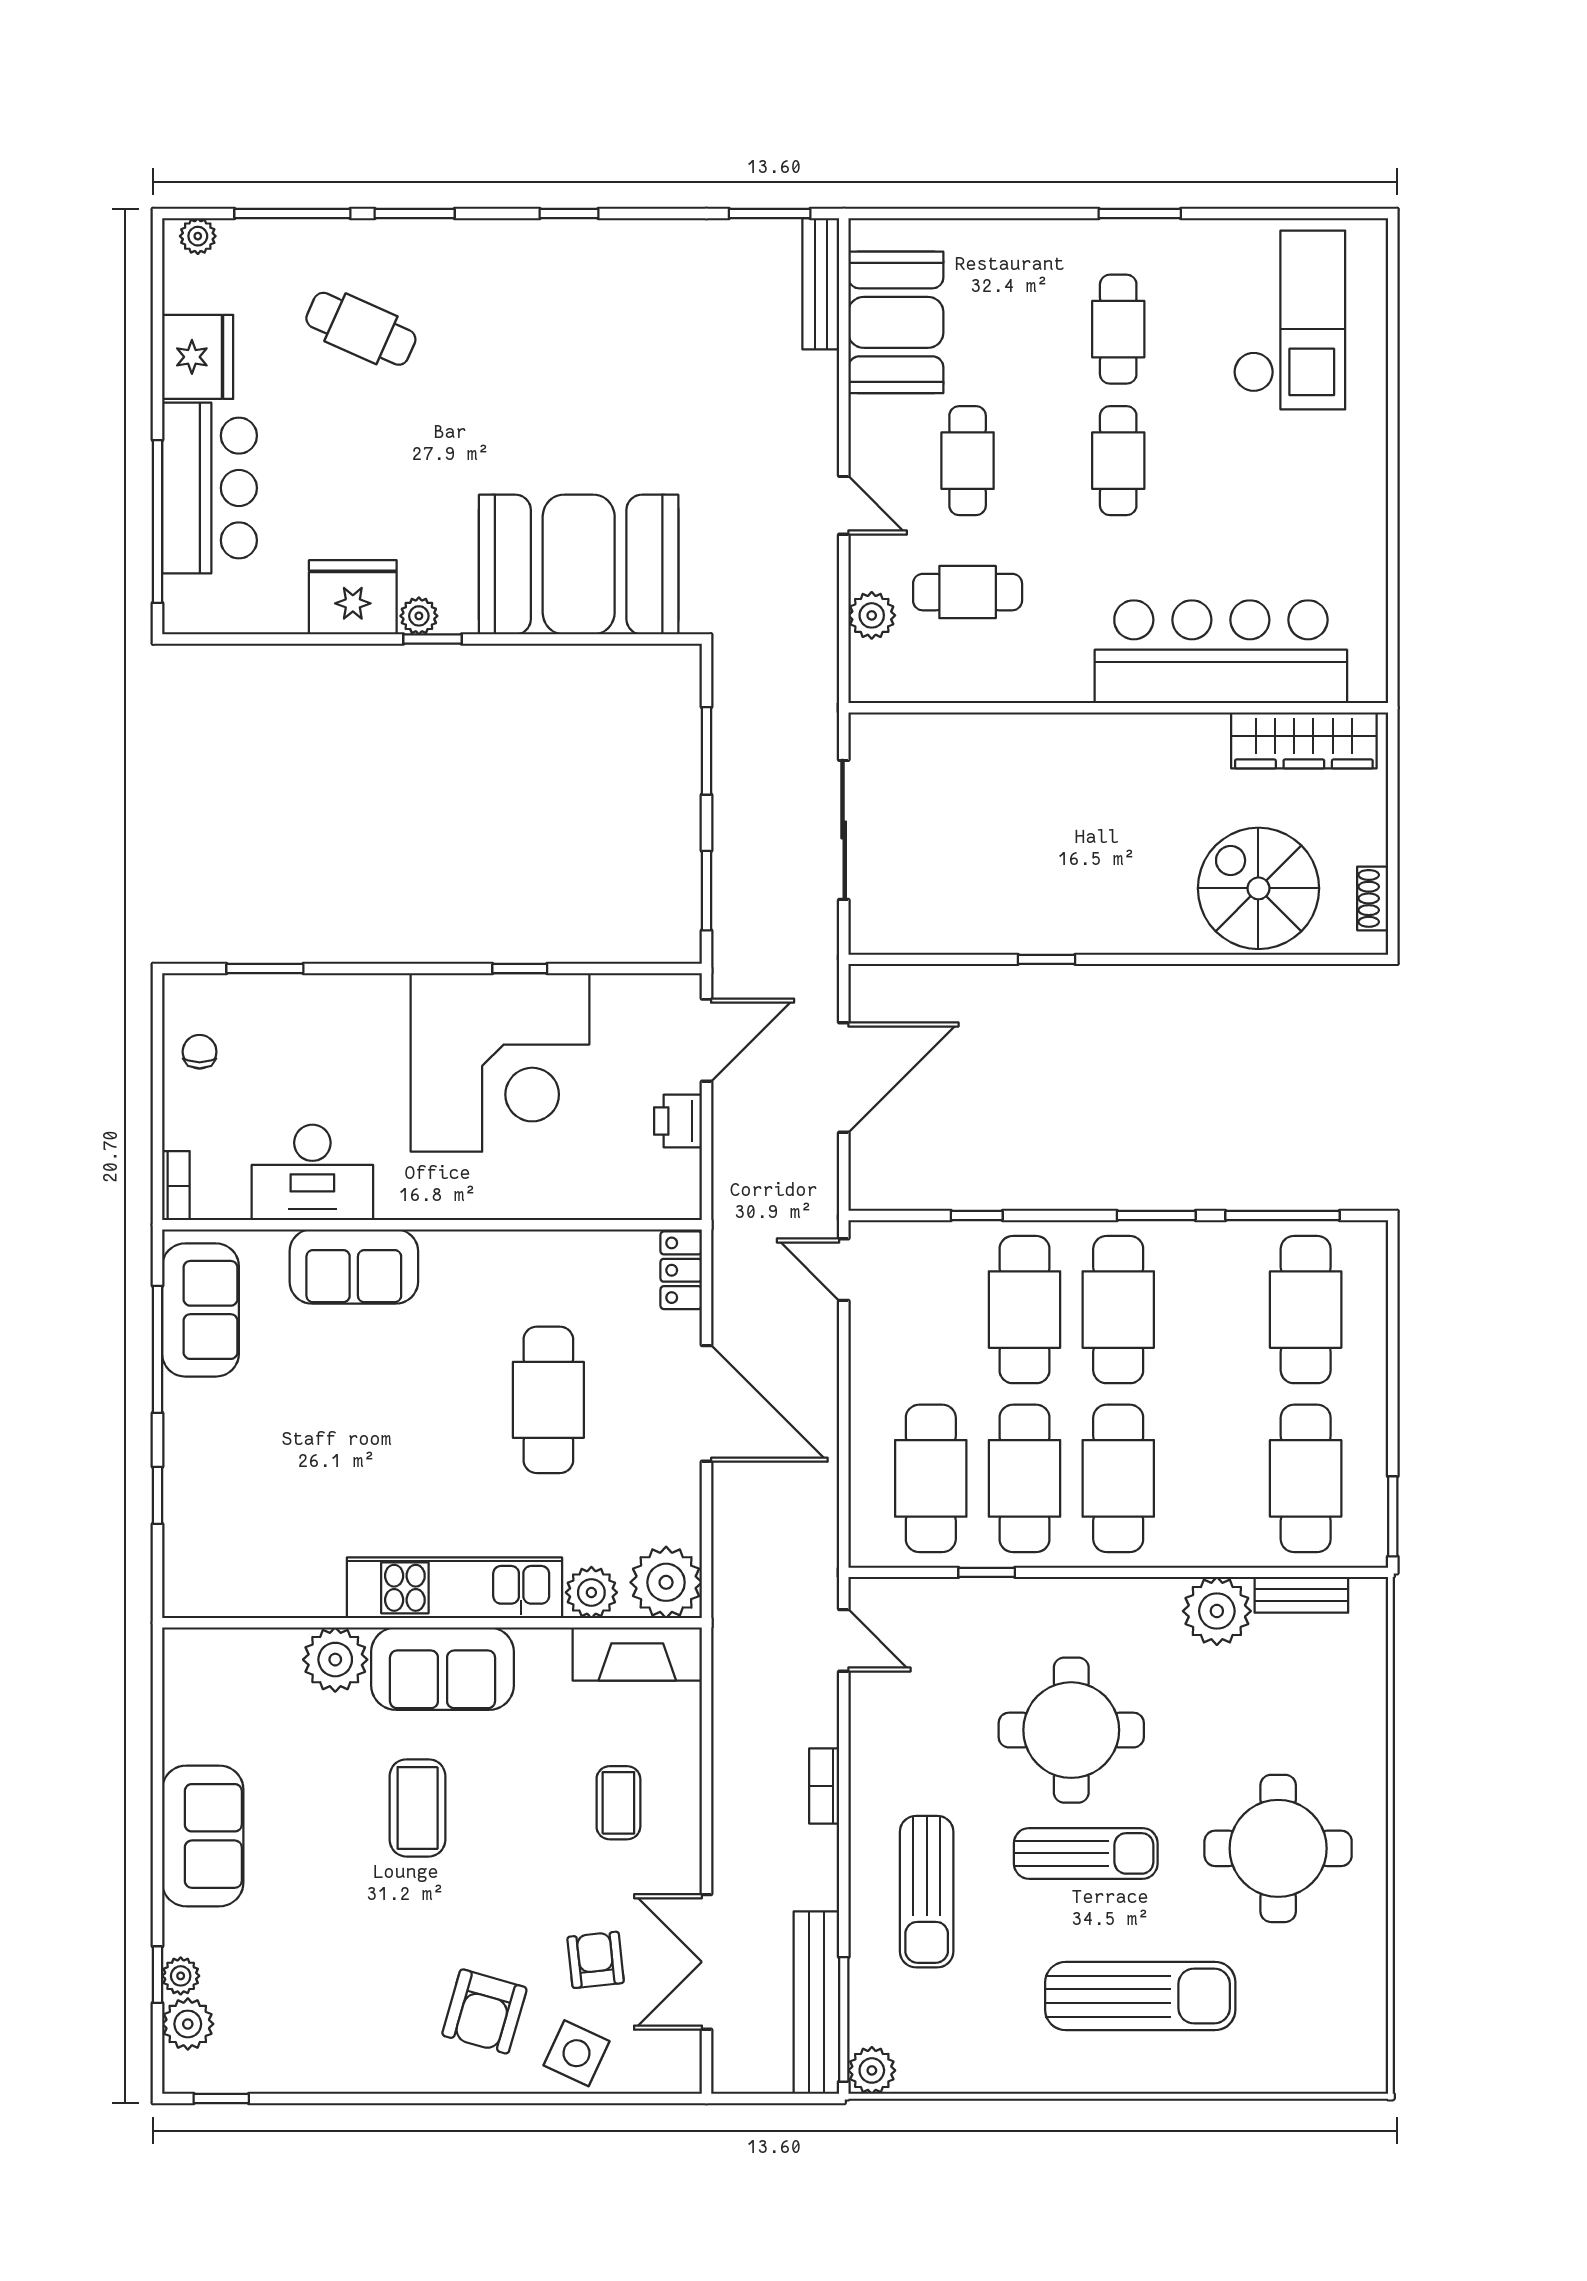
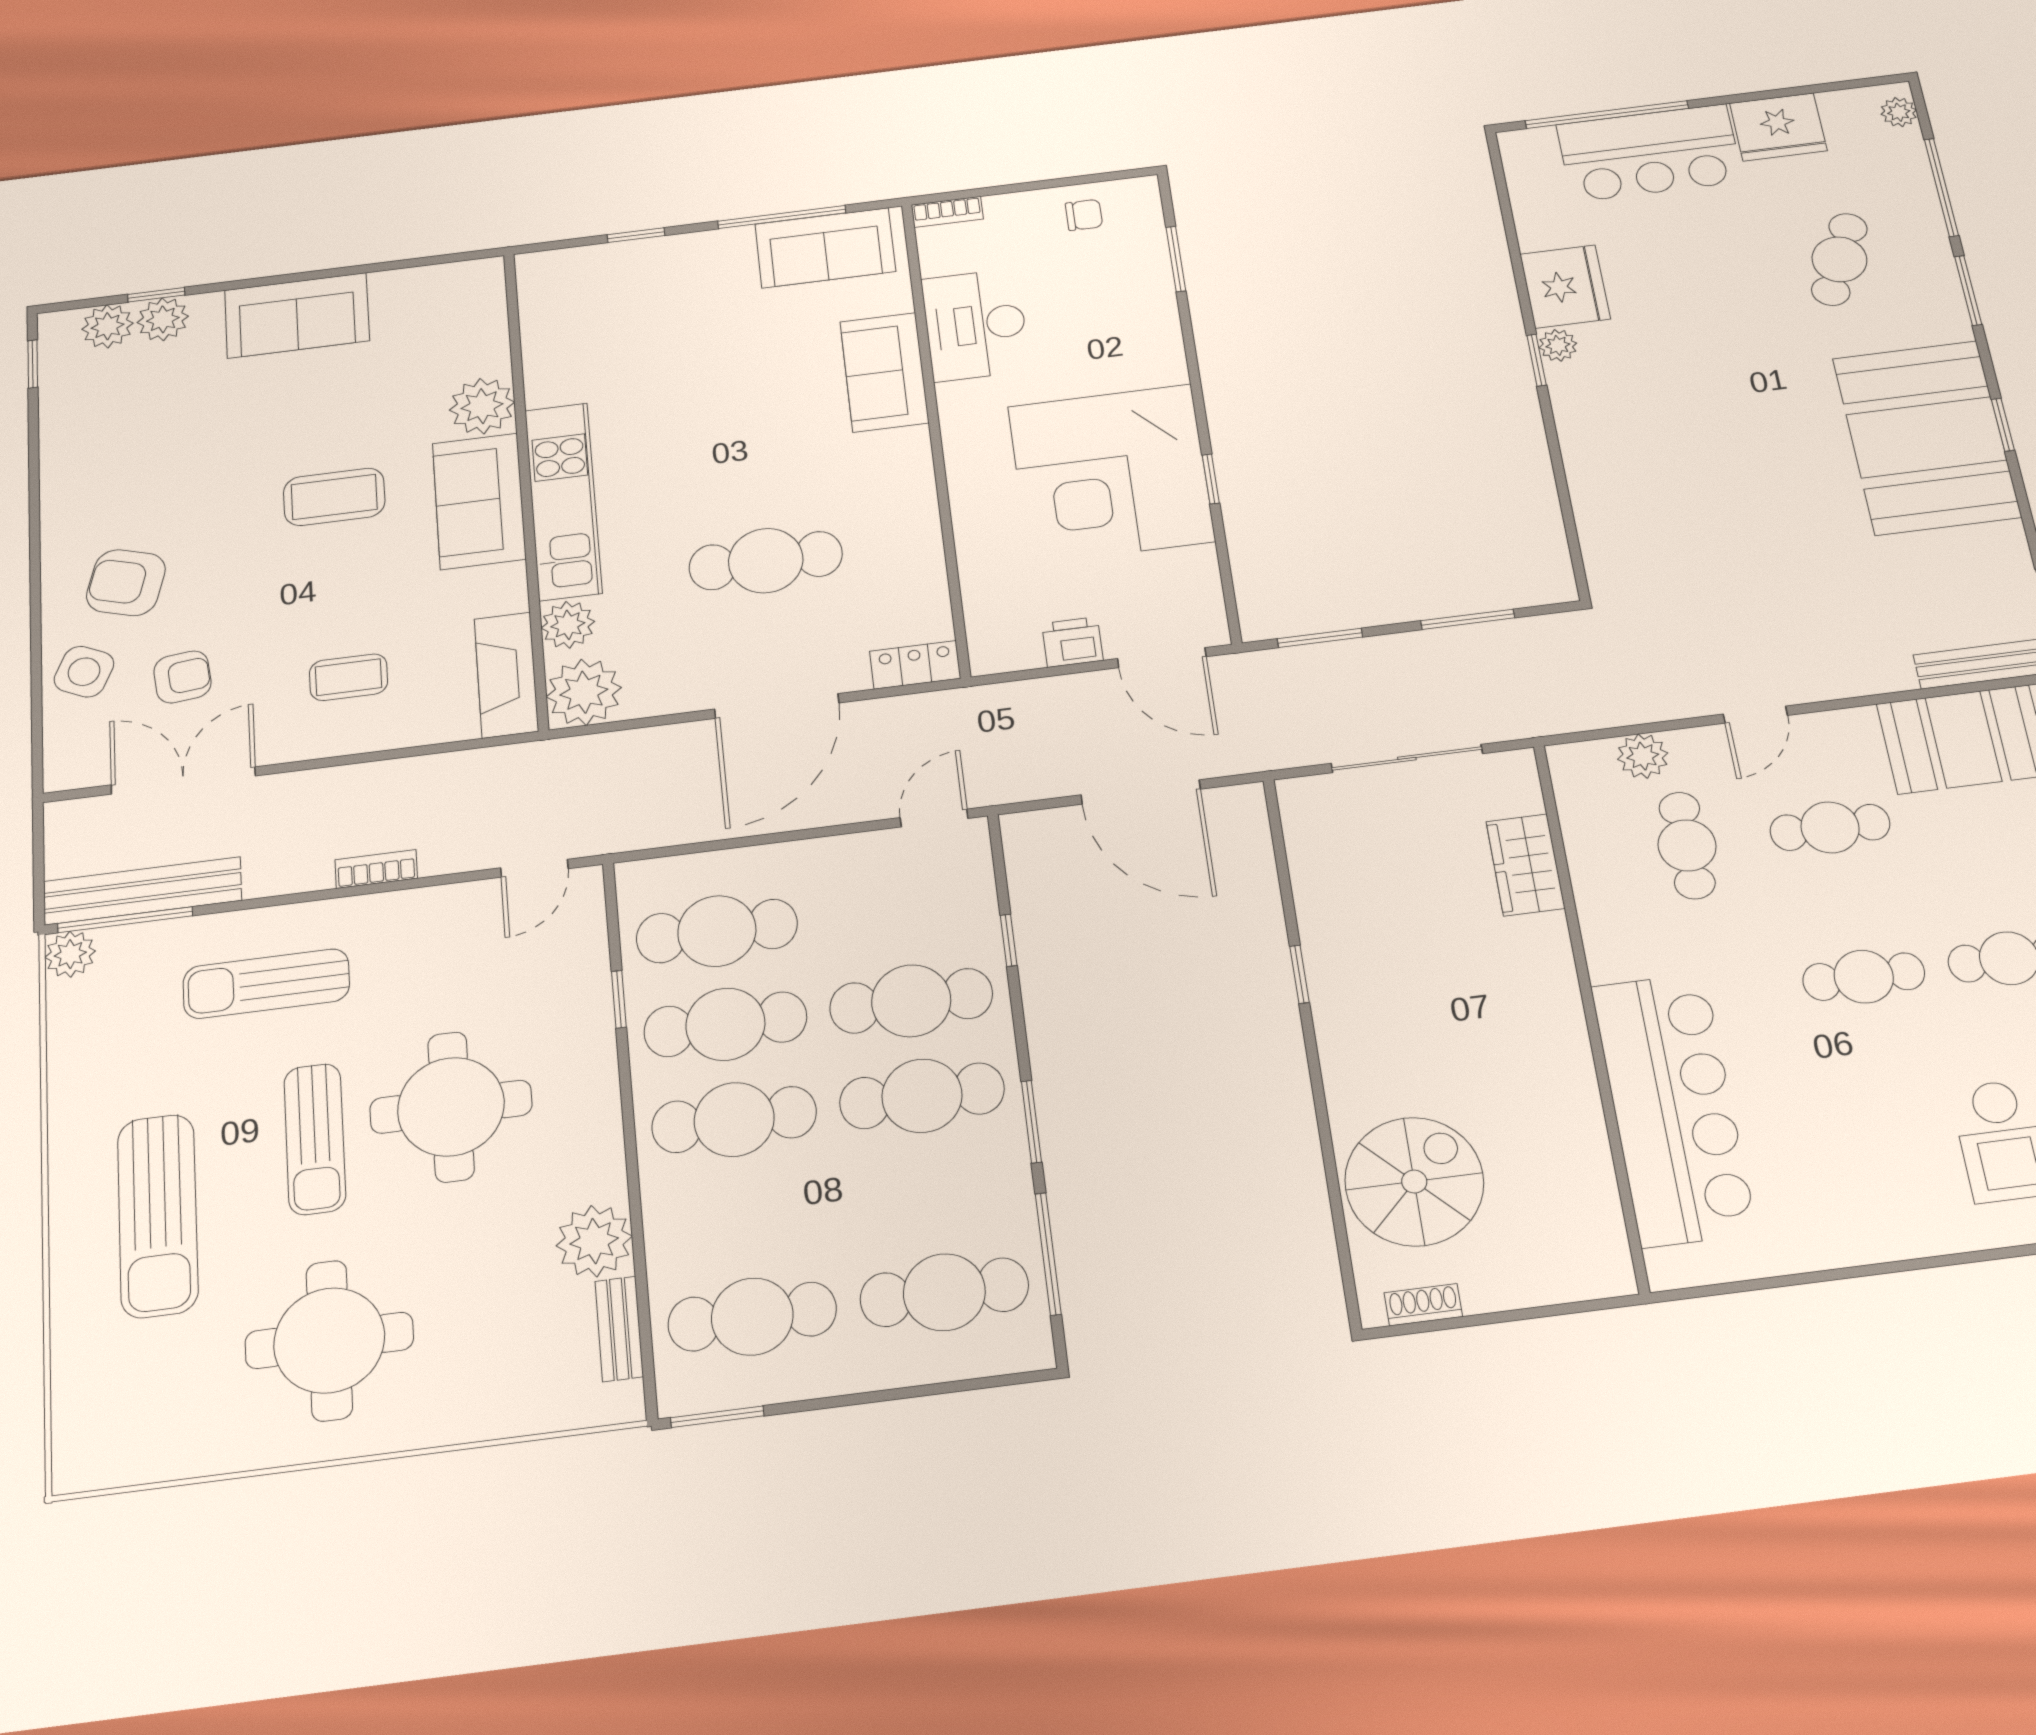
booth: (579, 565) -> (1926, 437), moved
wardrobe: (1304, 740) -> (1525, 865), moved, width x0.67
plant: (181, 1976) -> (163, 319), width x1.38, depth x1.38

